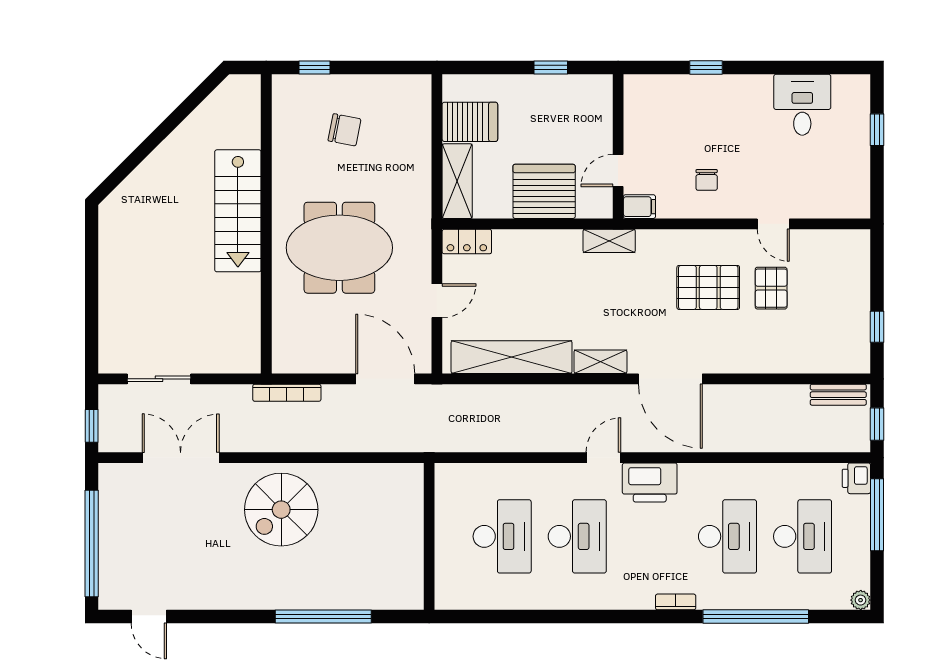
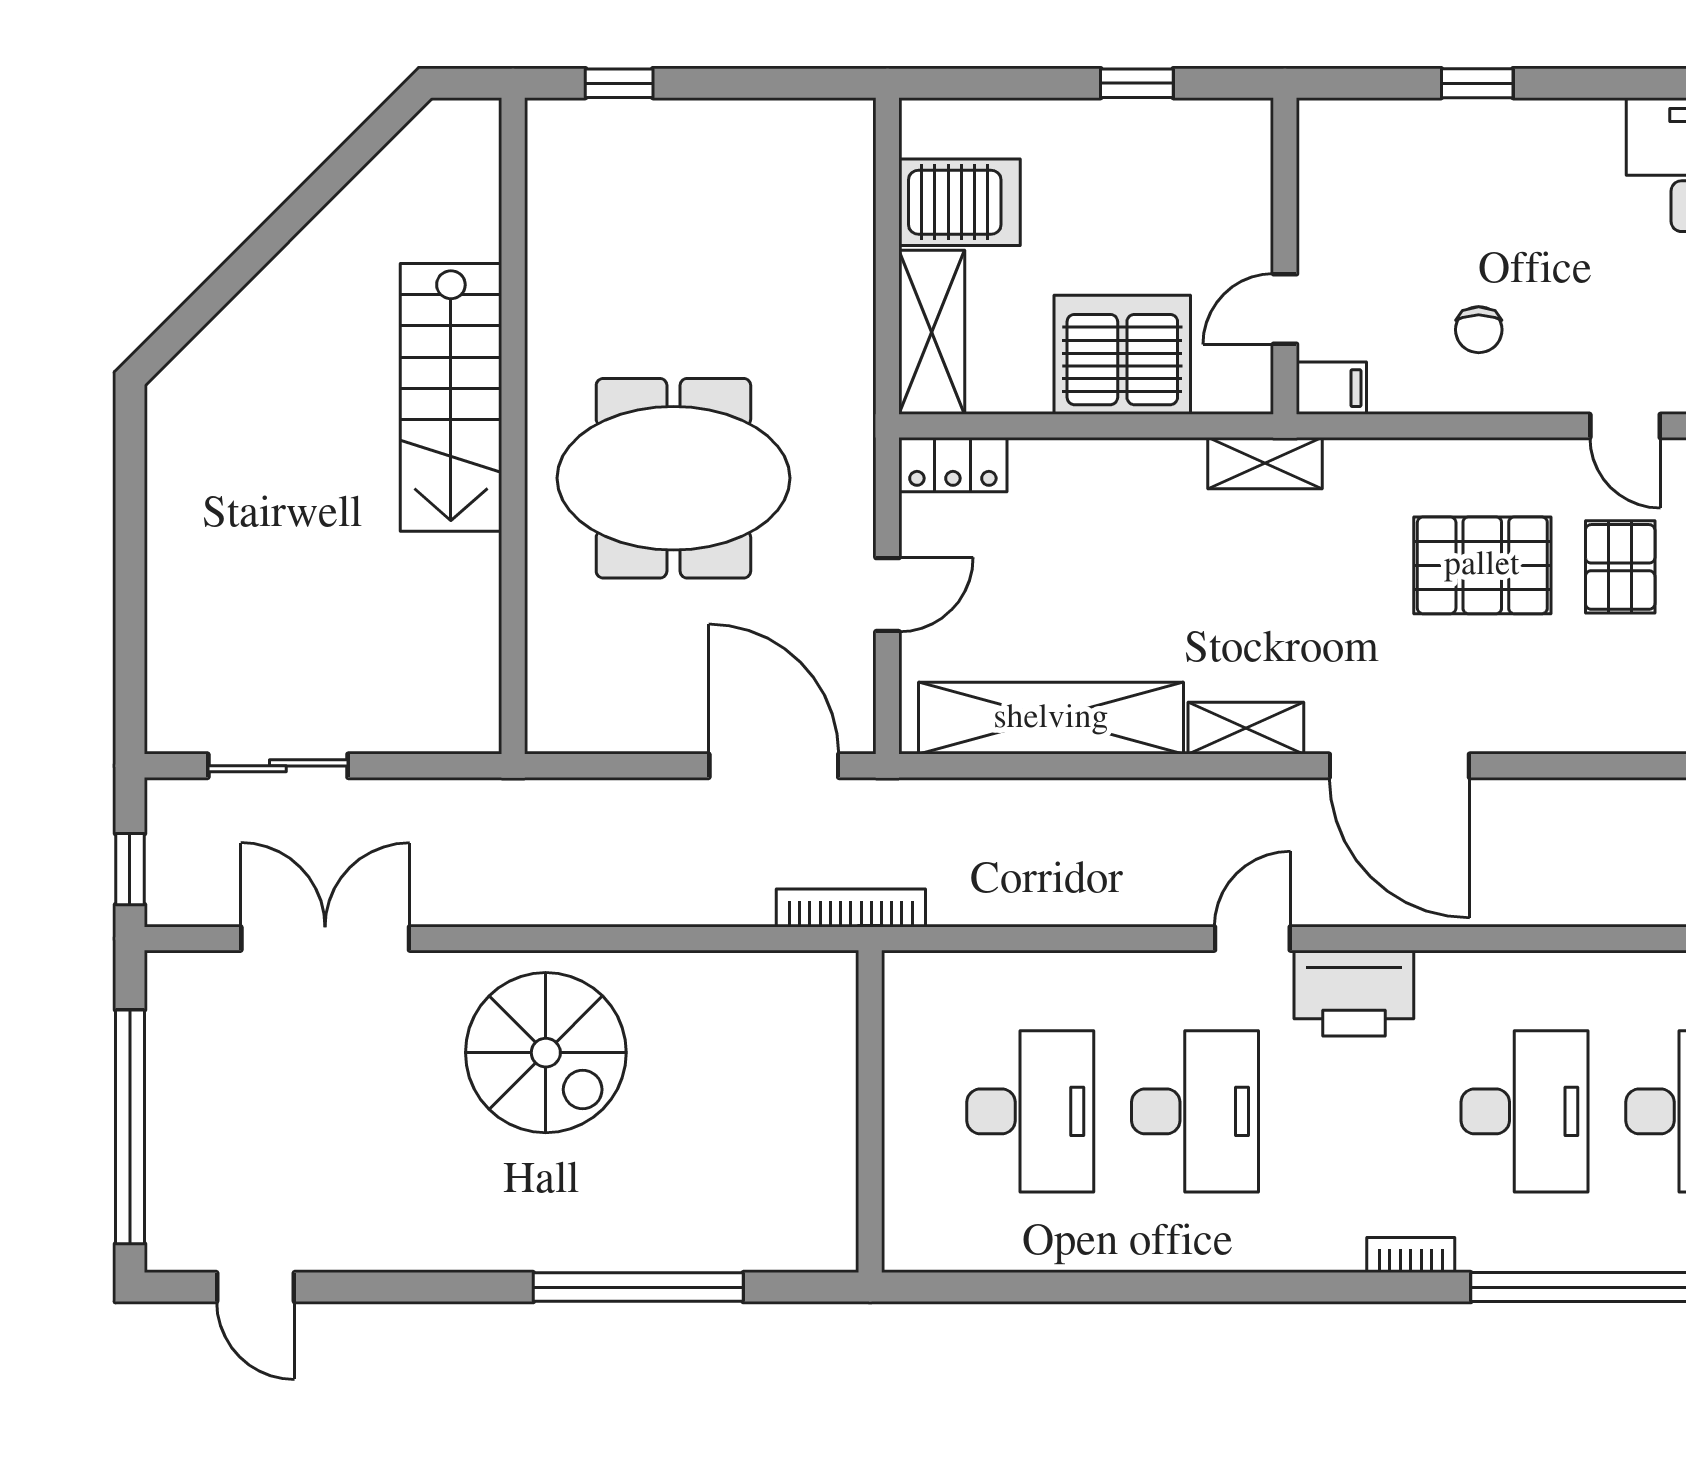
chair: (344, 130) -> (685, 220), removed
bookcase: (287, 393) -> (851, 908), moved, turned 180
spiral stairs: (281, 510) -> (546, 1053), turned -90

